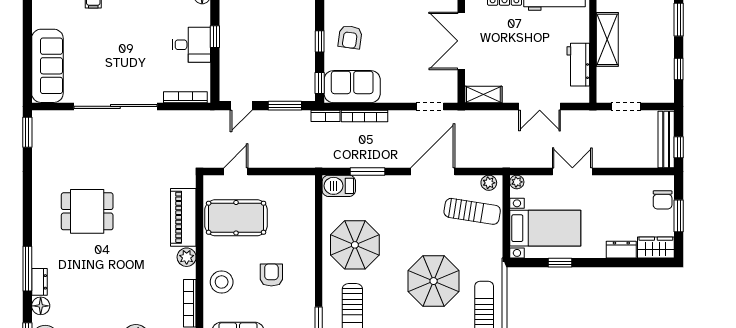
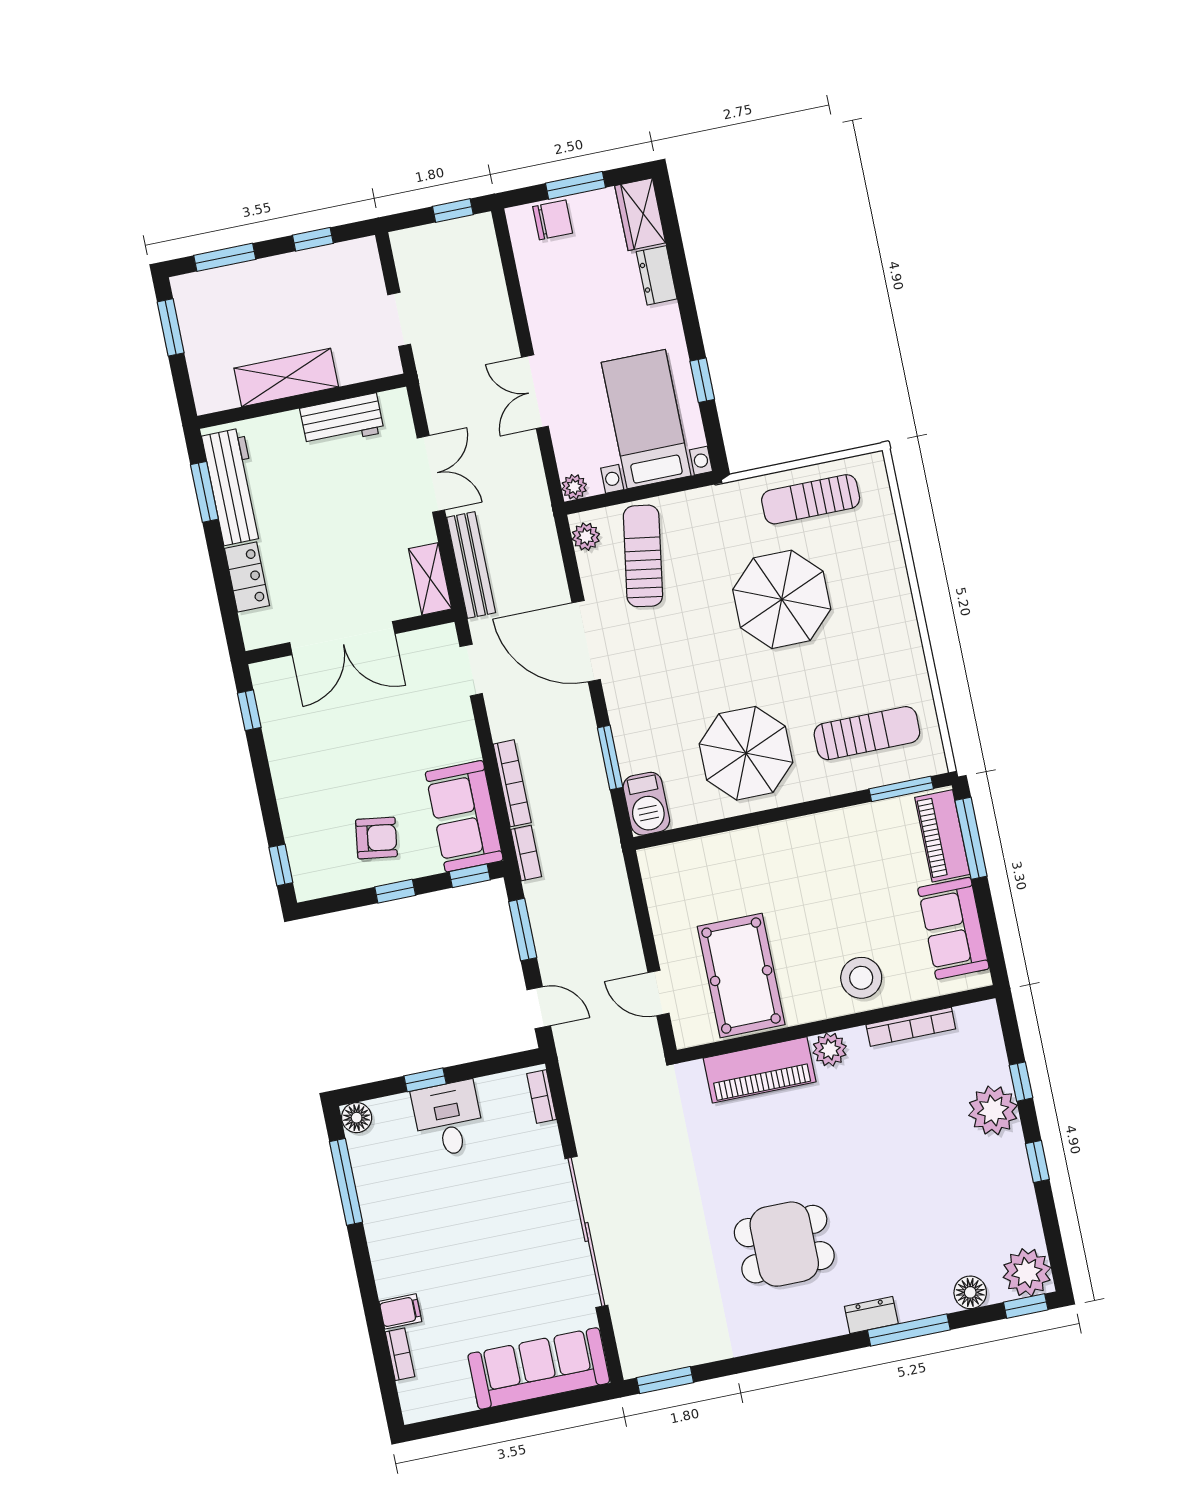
bookcase: (185, 97) -> (542, 1096), width x0.64
bench: (666, 140) -> (471, 565), moved, turned 90
dining table: (87, 211) -> (784, 1244), turned 90
armchair: (271, 275) -> (830, 891), removed
dresser: (39, 282) -> (871, 1315), moved

